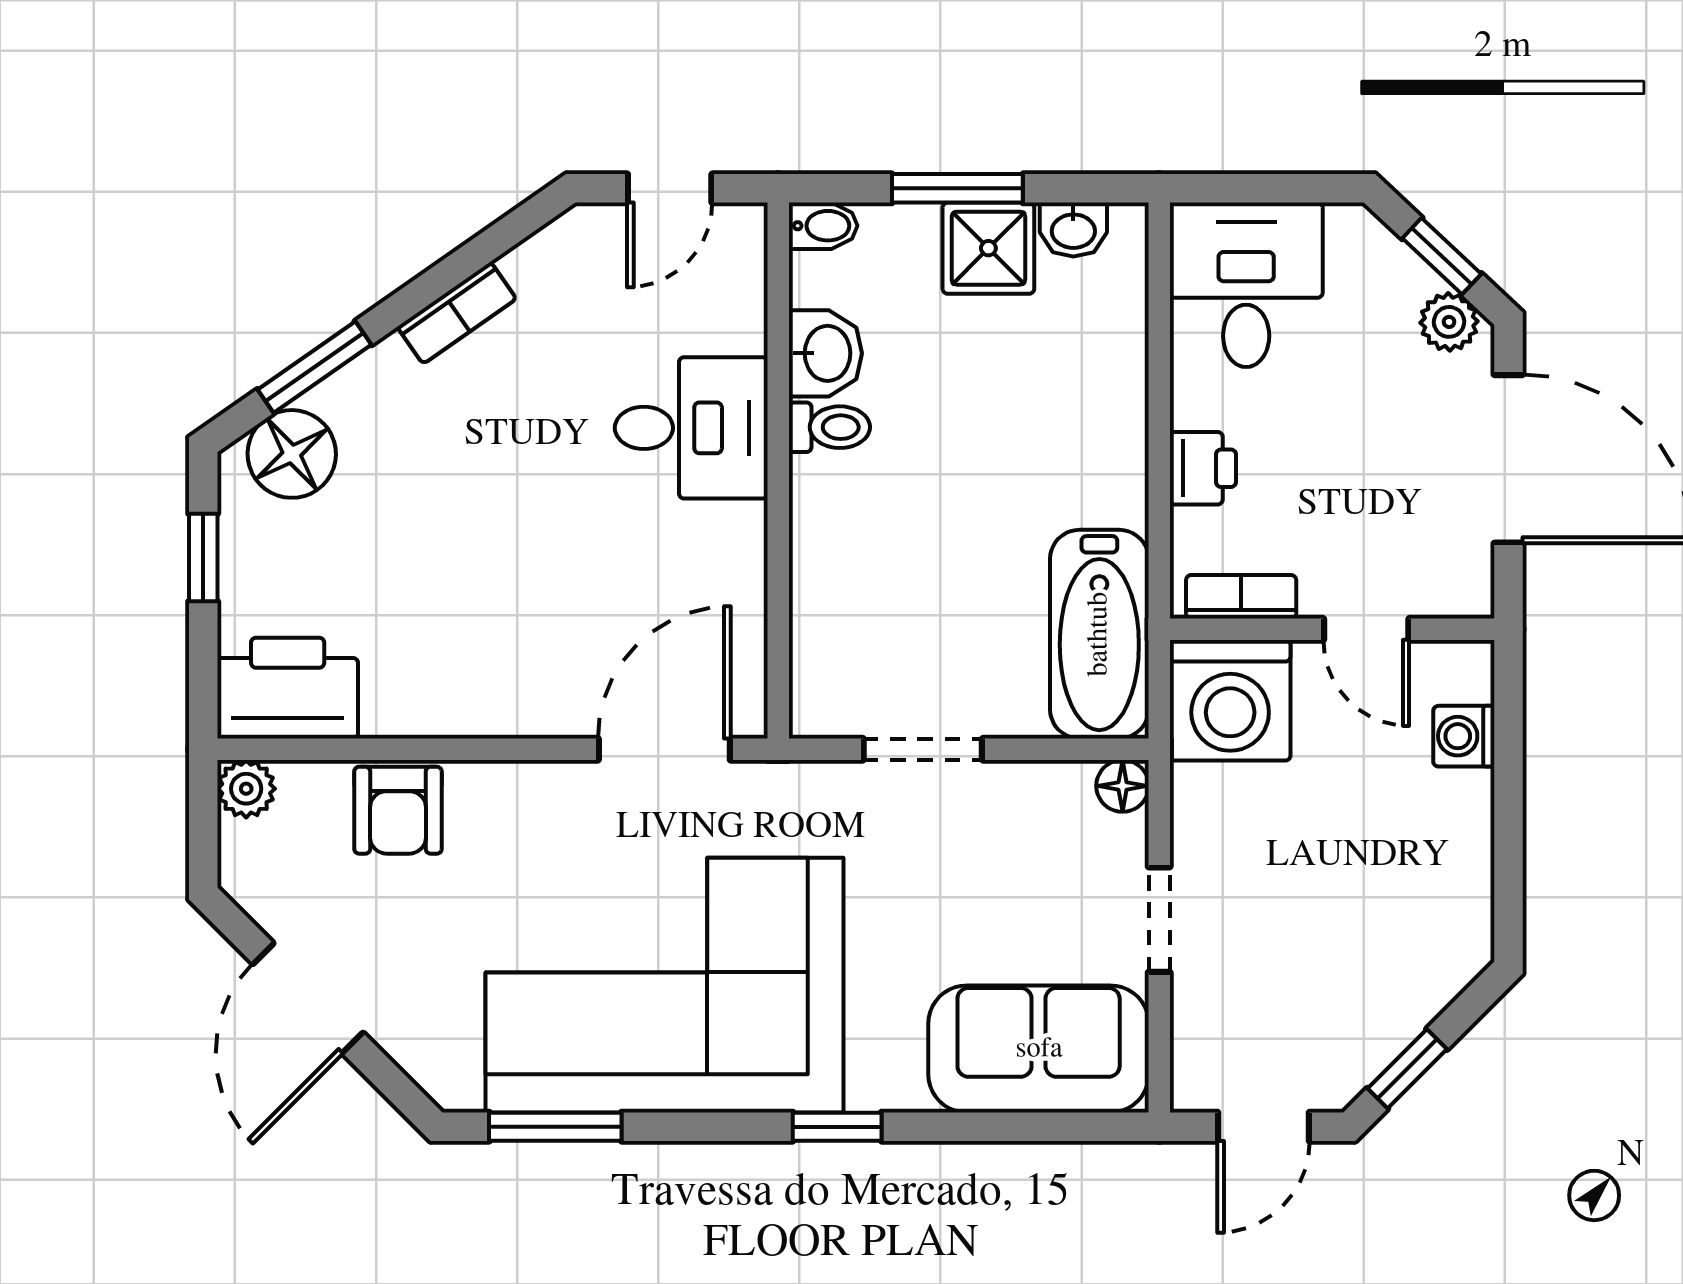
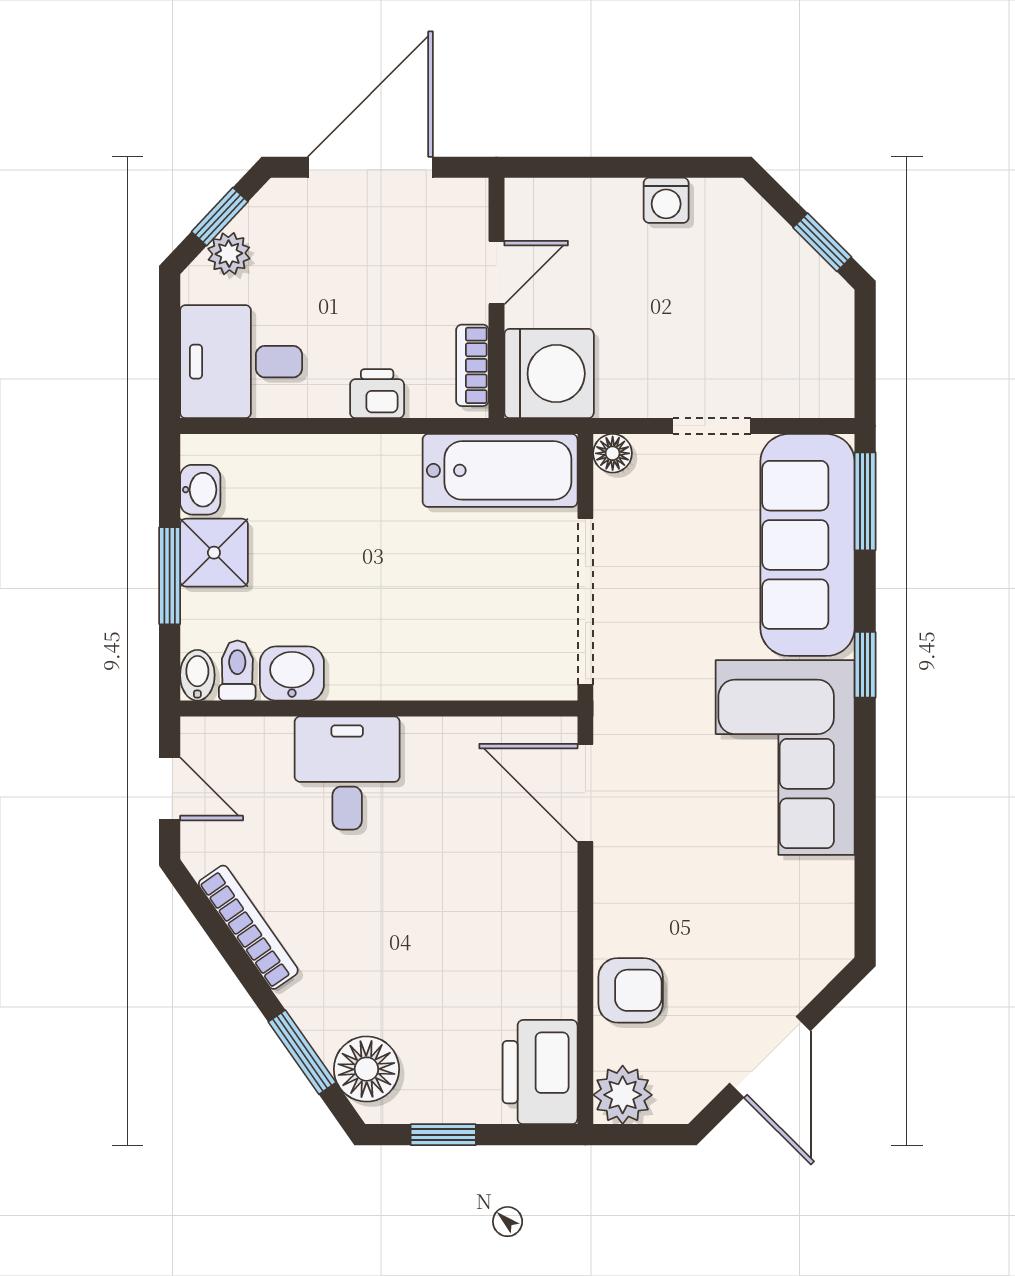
bookcase: (457, 313) -> (248, 927), width x1.56
plant: (1449, 322) -> (229, 254), moved
toilet: (829, 427) -> (237, 671), moved
washing machine: (1464, 736) -> (666, 200), moved
doorway: (923, 749) -> (585, 601), width x1.88
plant: (246, 789) -> (623, 1095), width x1.38, depth x1.38
corner sofa: (665, 985) -> (785, 757), width x0.73, depth x0.74
door: (308, 998) -> (770, 1057), hinge flipped
sofa: (1039, 1049) -> (808, 545), width x1.36
window: (555, 1127) -> (865, 501), moved
door: (1263, 1127) -> (865, 349), removed

